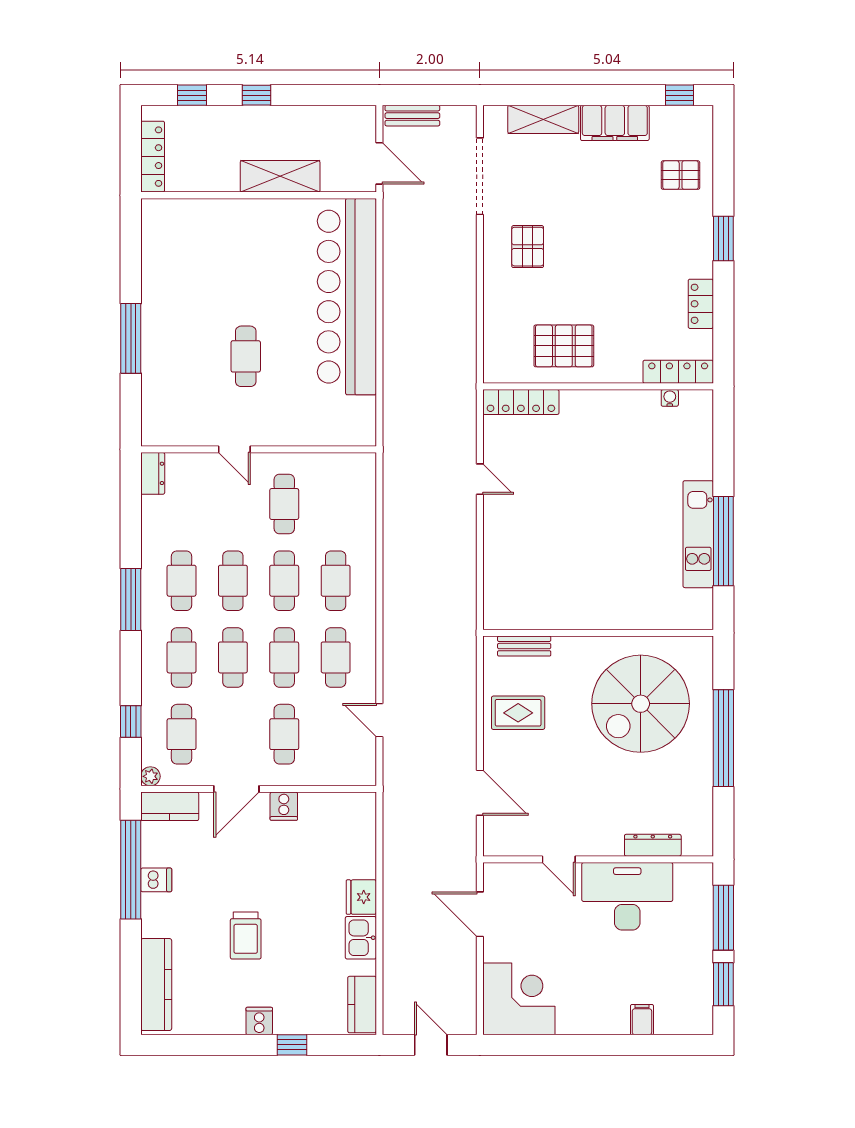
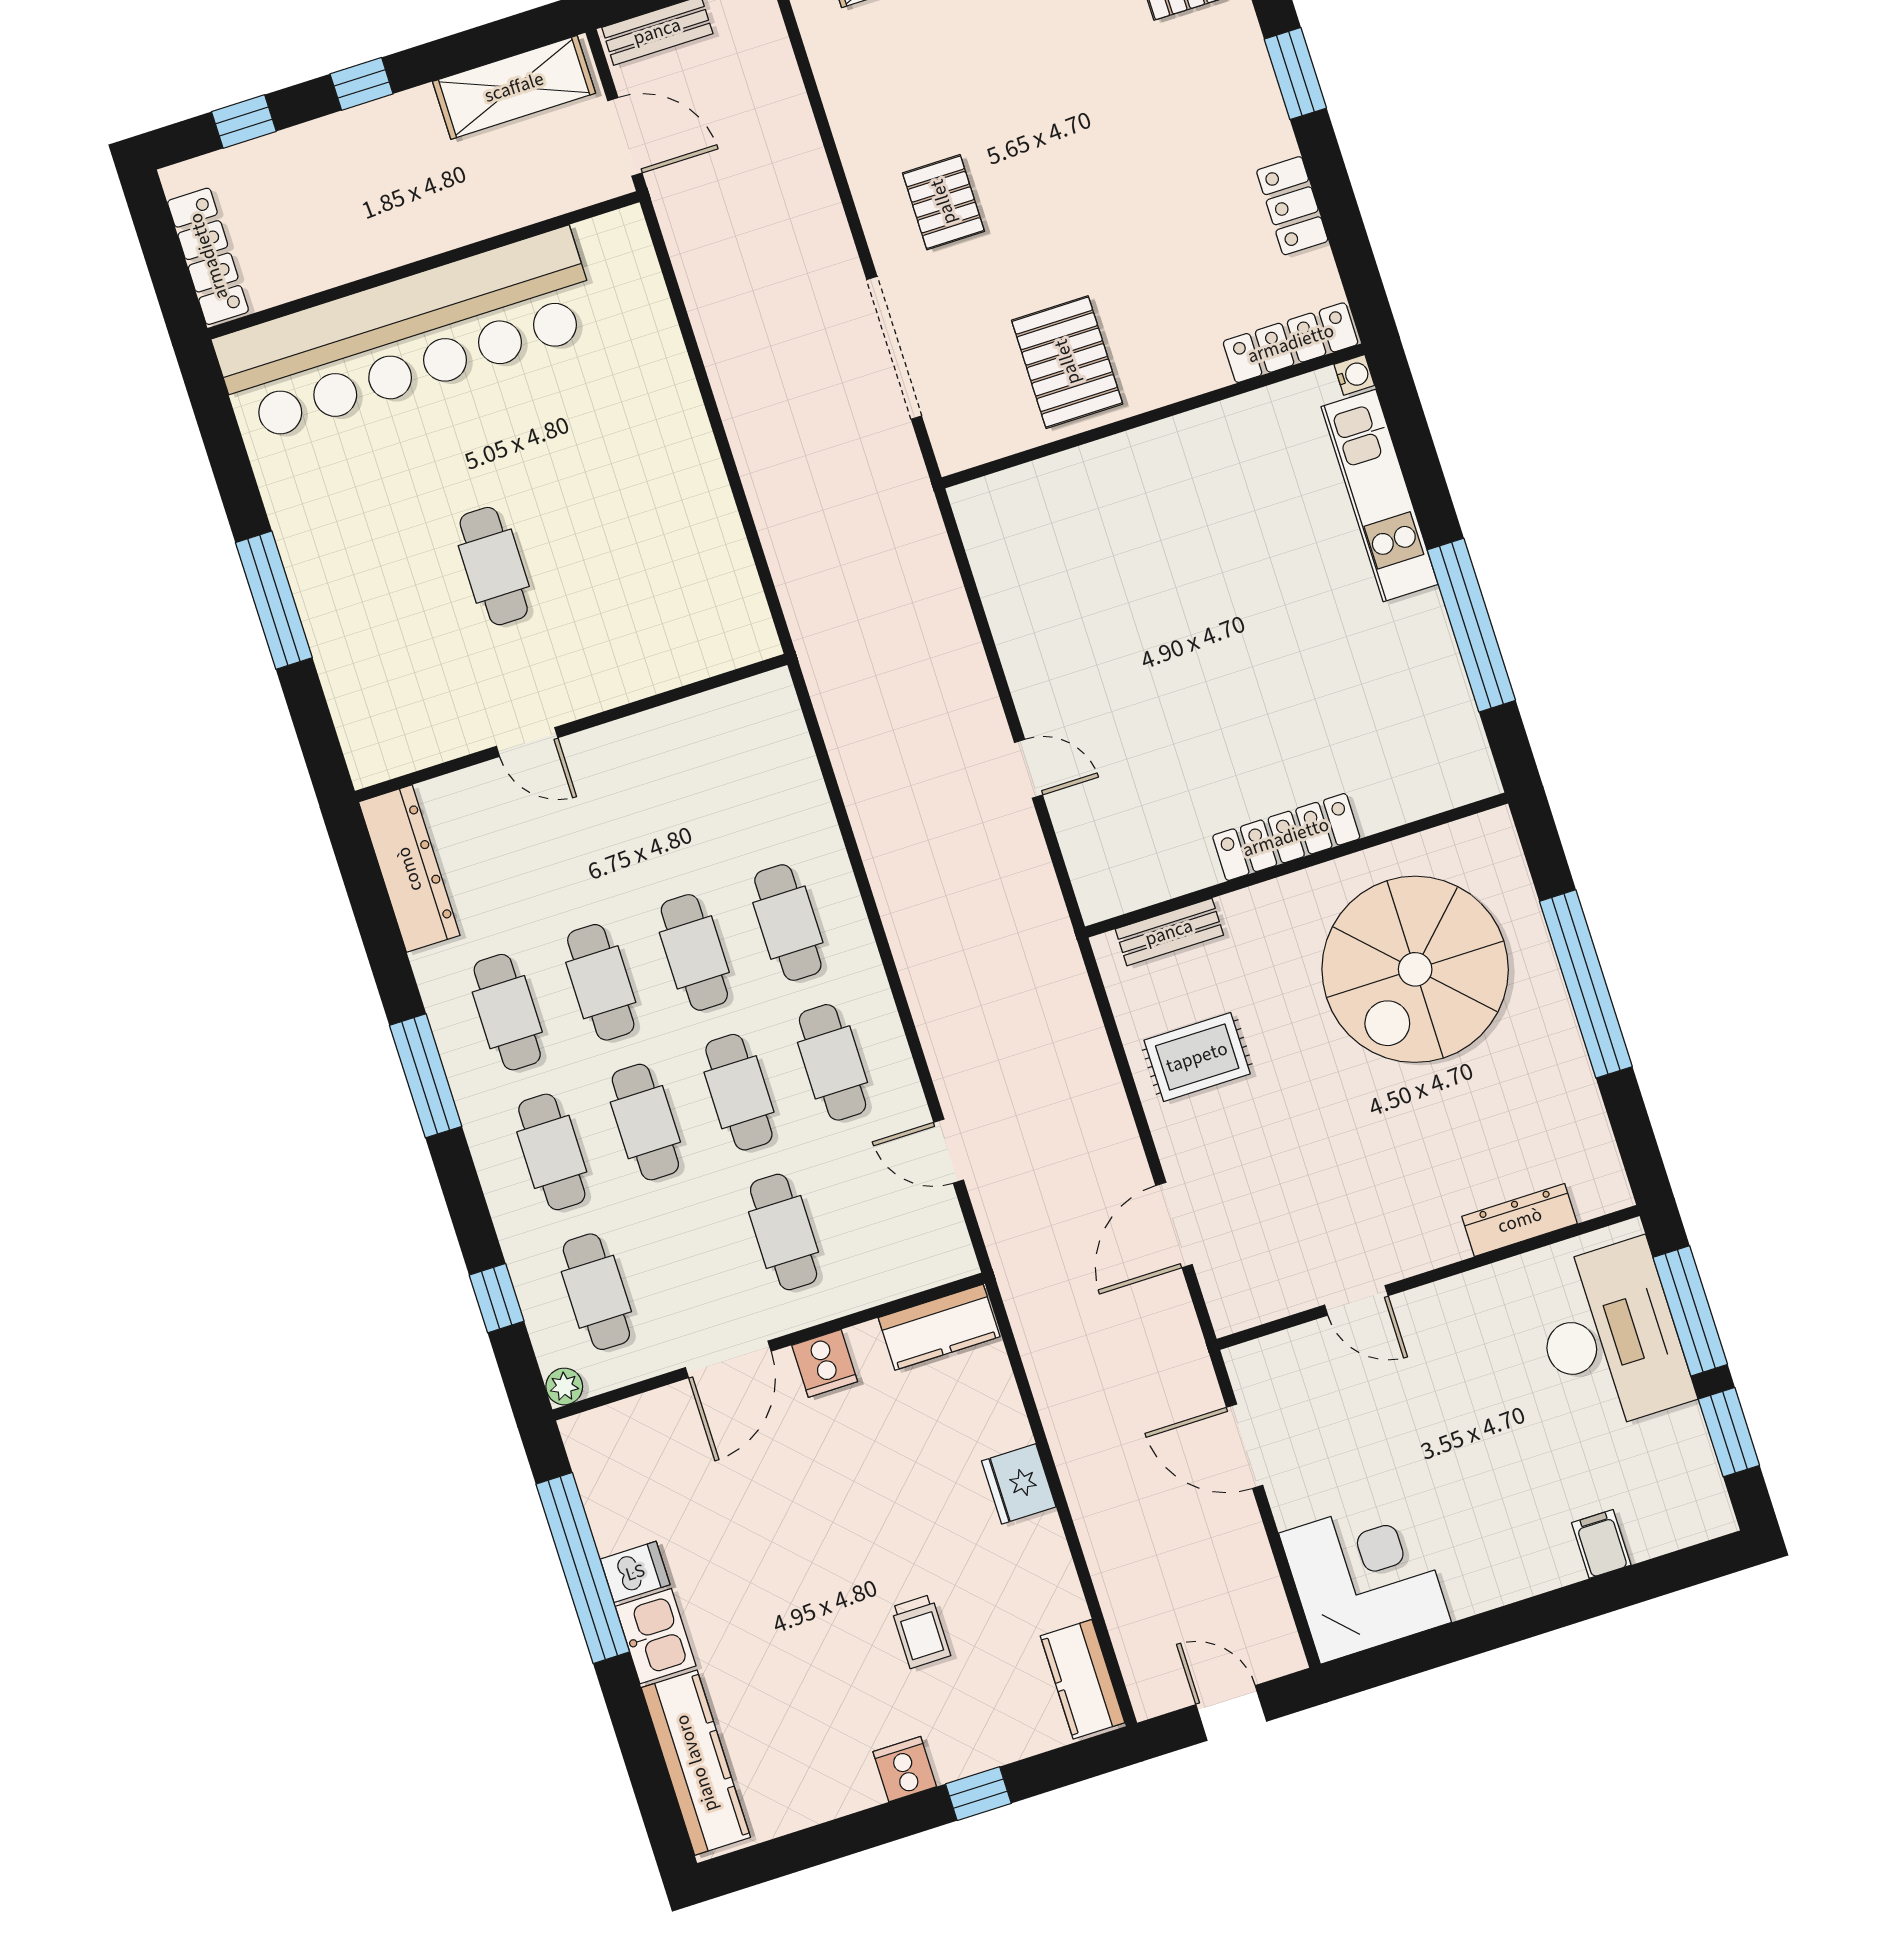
shelving: (280, 176) -> (514, 87), moved
doorway: (480, 176) -> (894, 348), moved
bar counter: (347, 297) -> (407, 335), moved, turned -90
pallet: (564, 346) -> (1067, 362), turned 90
water cooler: (670, 398) -> (1354, 375), moved, turned 90
locker: (521, 402) -> (1286, 837), moved, turned 180
dresser: (153, 473) -> (409, 869), width x1.96, depth x1.24
door: (480, 479) -> (1029, 769), moved
cafe table: (284, 504) -> (650, 813), removed
kitchen unit: (698, 534) -> (1380, 495), moved
door: (480, 793) -> (1174, 1225), swing flipped
kitchen counter: (170, 806) -> (939, 1327), moved
desk: (627, 896) -> (1610, 1336), moved, turned 90
trolley: (246, 936) -> (921, 1631), moved, width x0.73, depth x0.72
kitchen sink: (361, 938) -> (656, 1636), moved, turned 180

